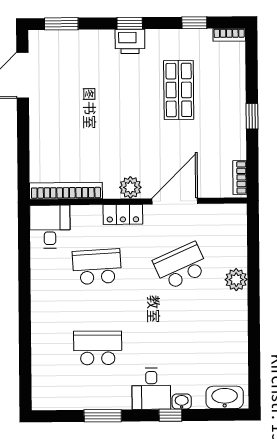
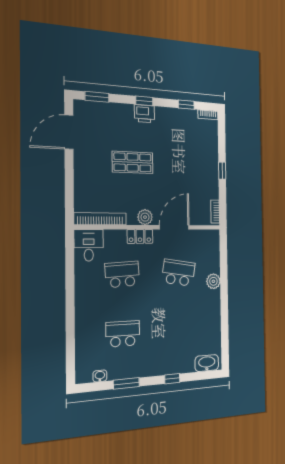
shop shelf: (179, 90) -> (133, 162), moved, turned 90
school desk: (181, 266) -> (178, 273), turned 33
desk: (151, 389) -> (160, 361), removed
washbasin: (182, 401) -> (100, 376), moved

